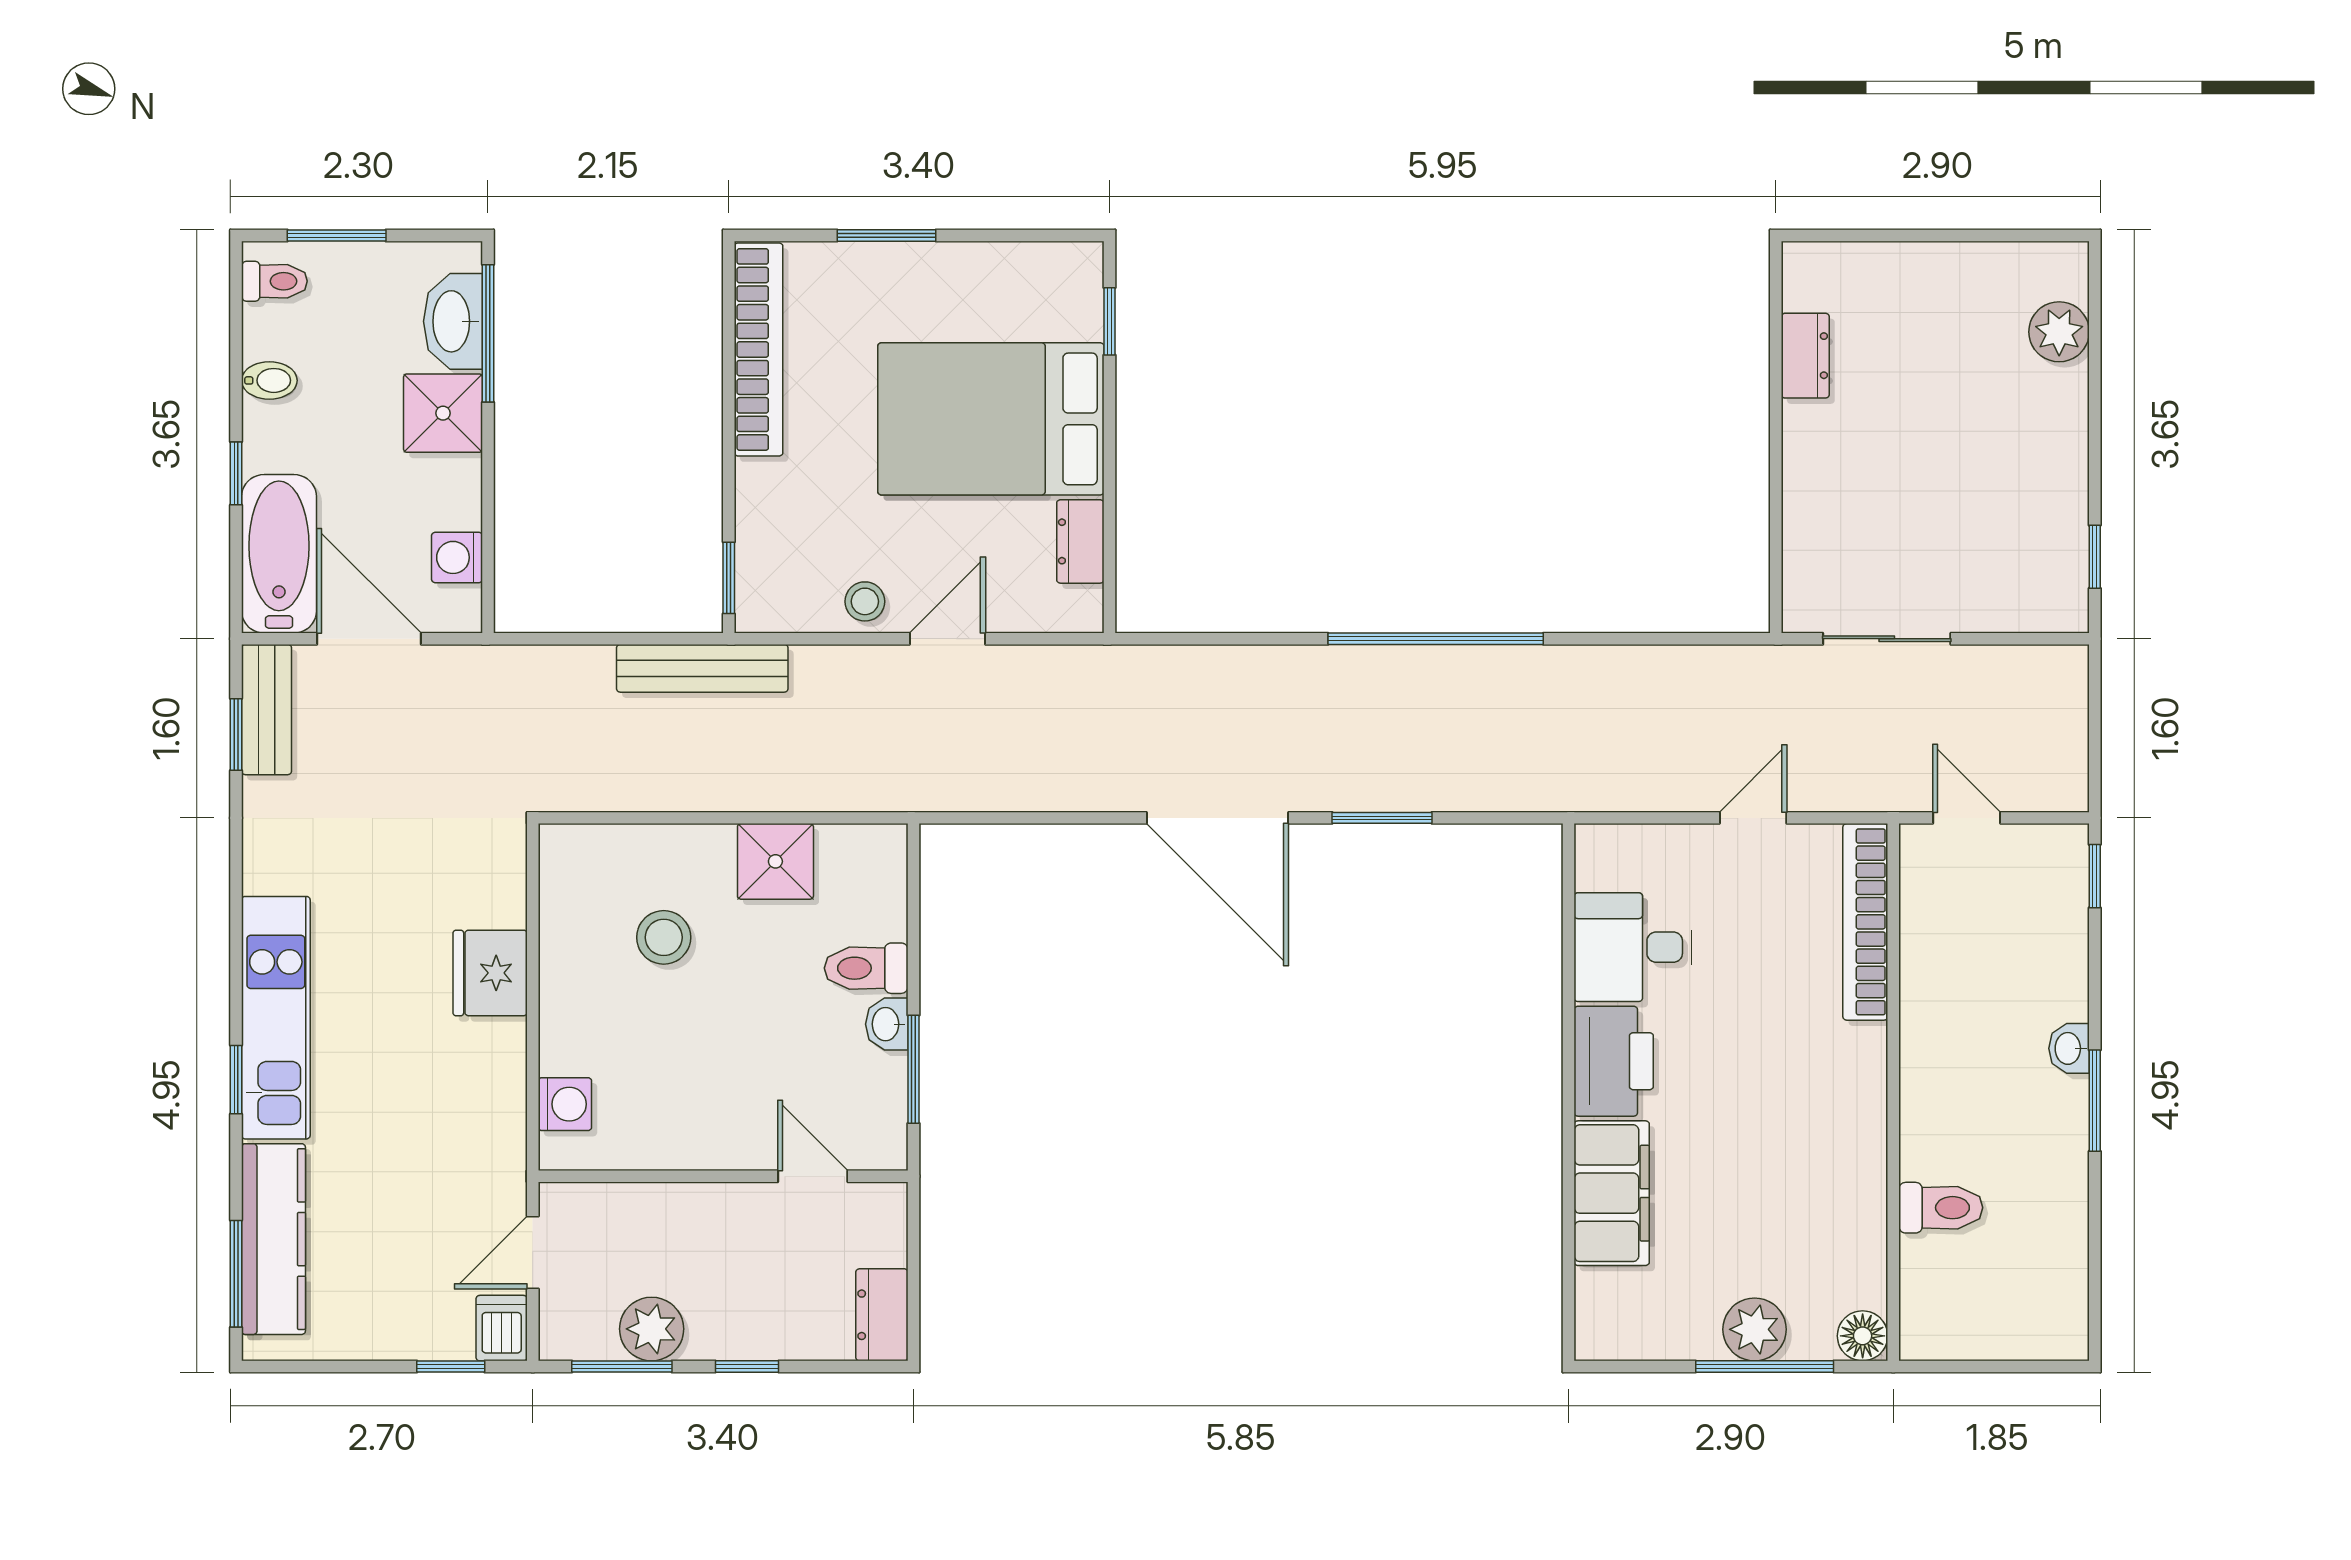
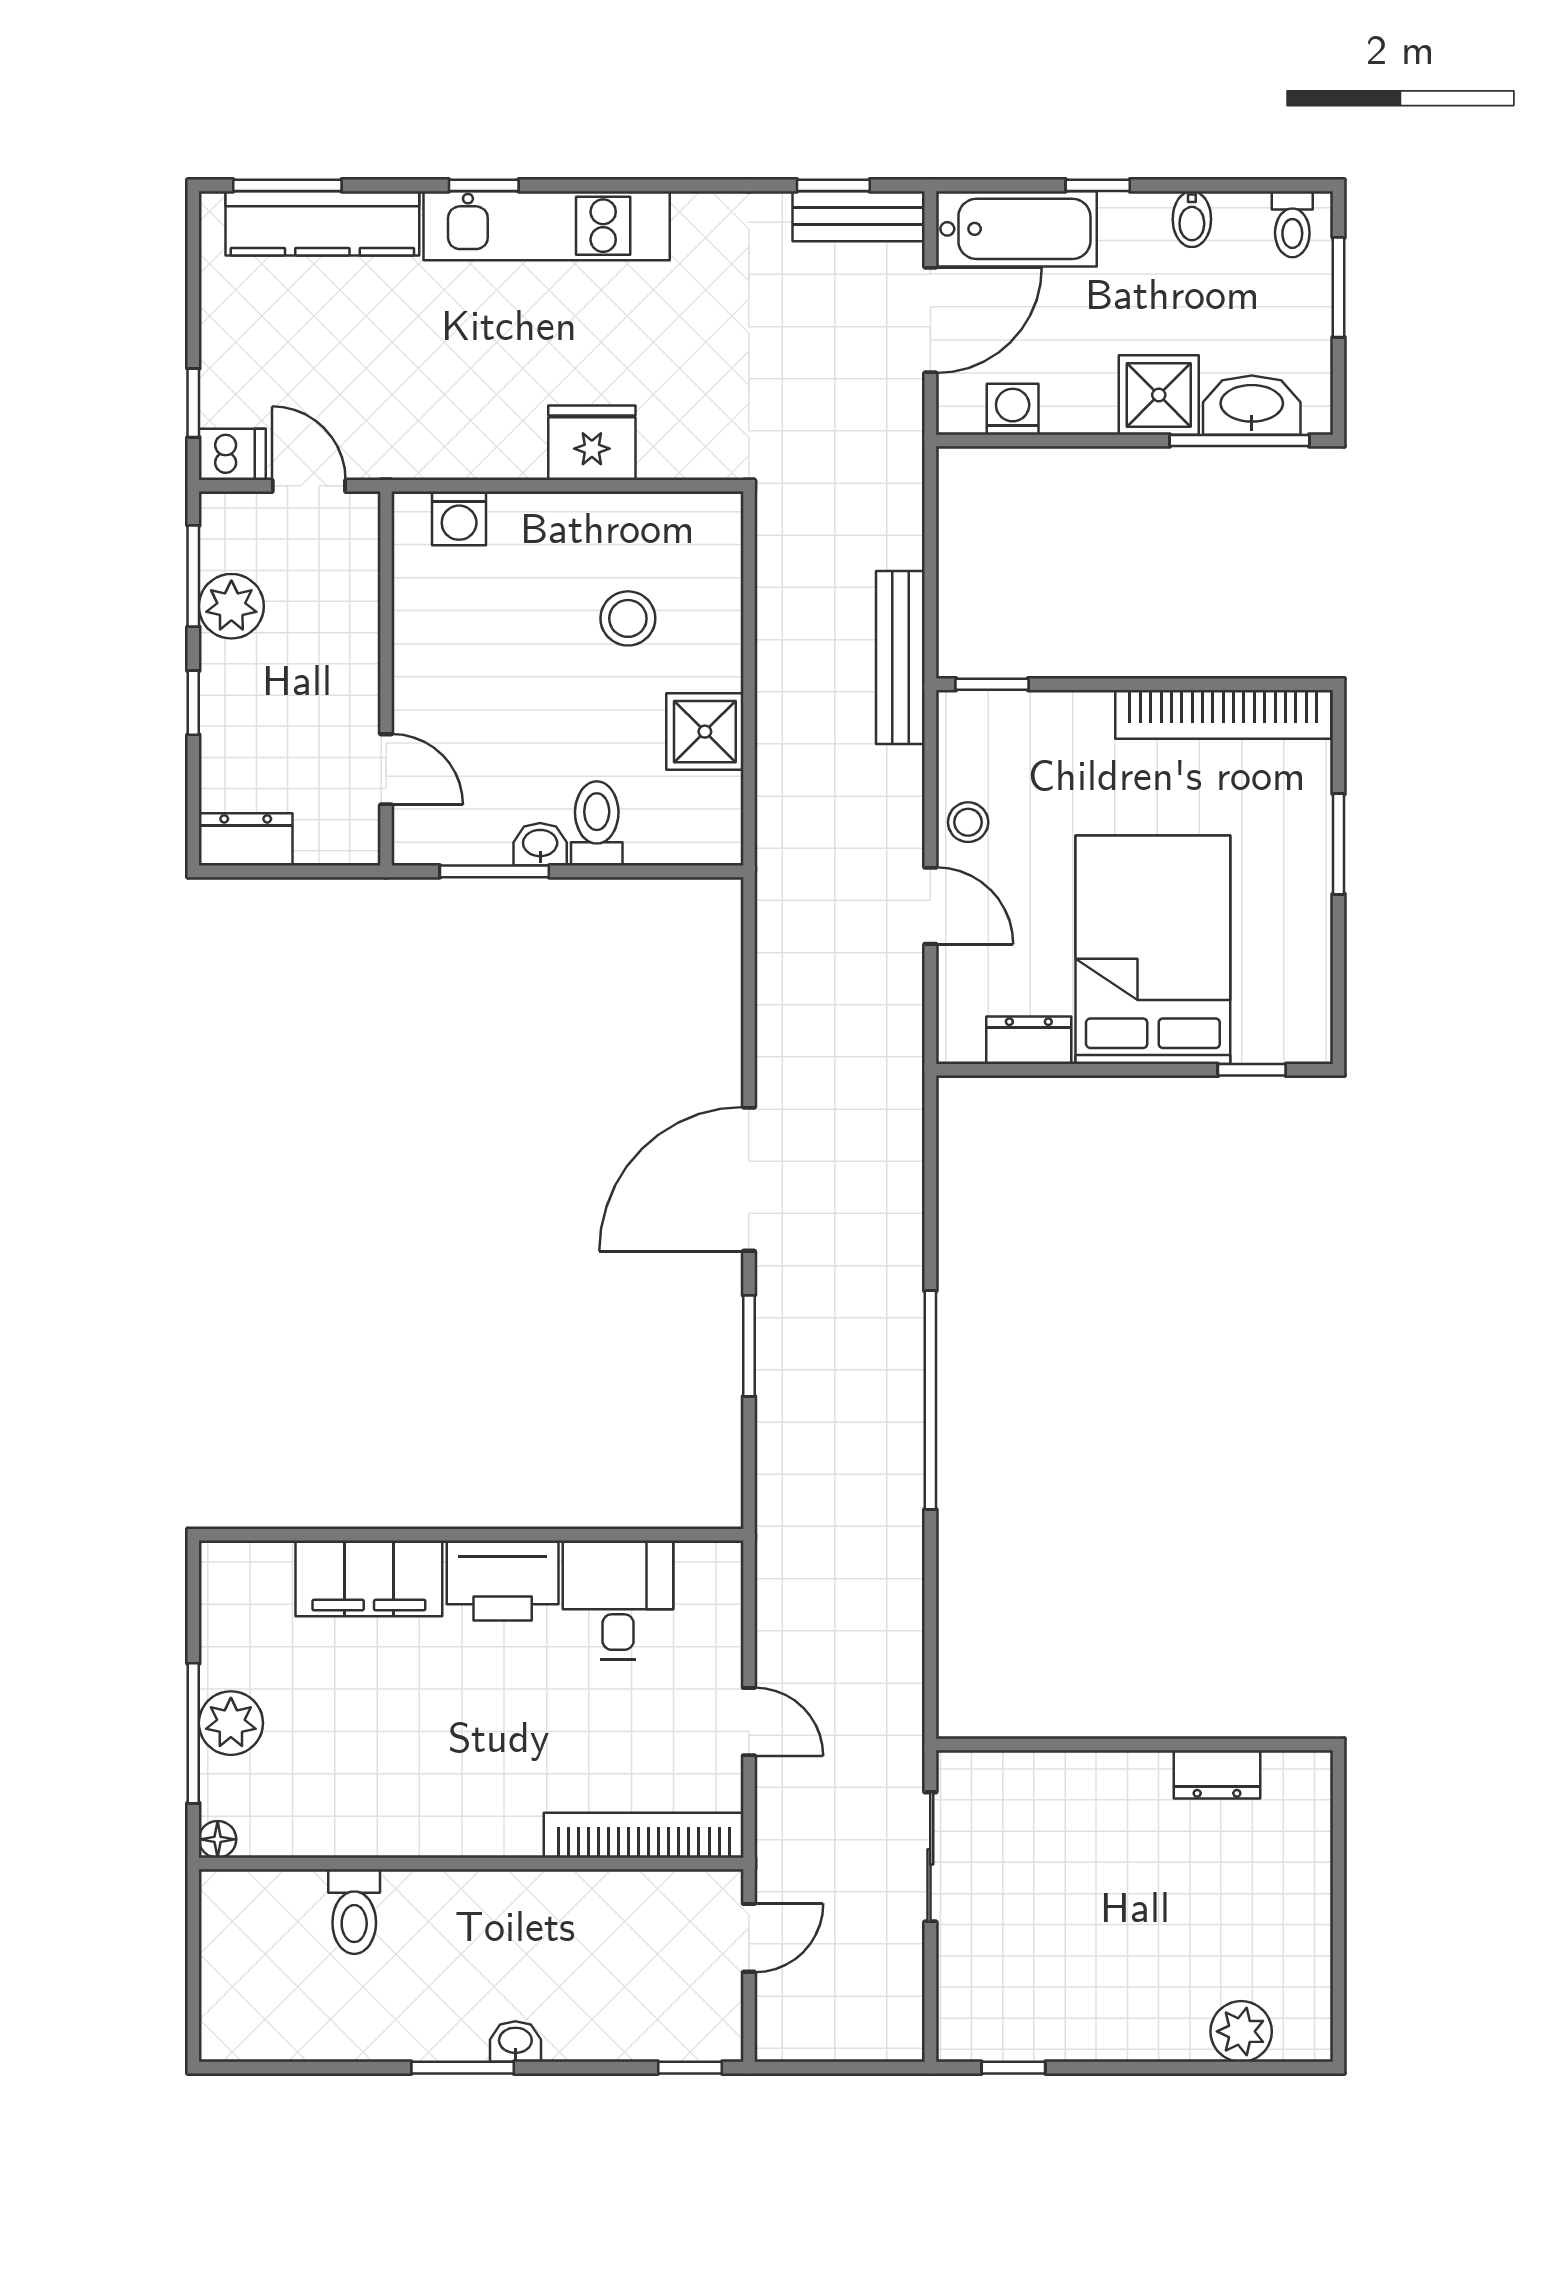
door: (813, 1176) -> (386, 769), hinge flipped
floor lamp: (1863, 1336) -> (218, 1839), width x0.73, depth x0.73

